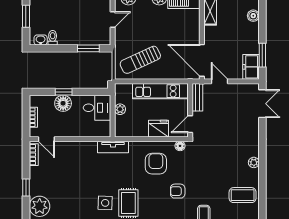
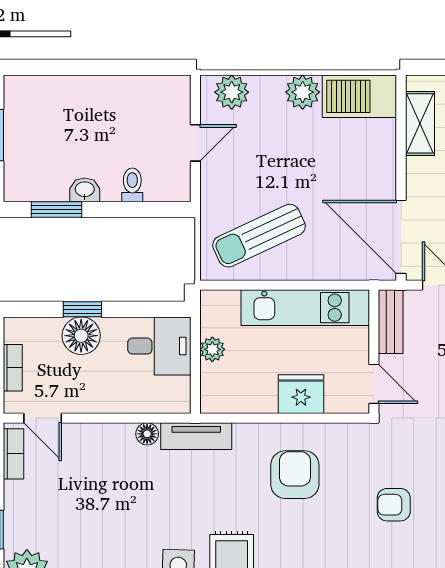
toilet: (53, 38) -> (132, 185), moved
washbasin: (41, 40) -> (85, 190), moved
window: (88, 48) -> (56, 209), moved
door: (190, 124) -> (374, 384), swing flipped
floor lamp: (180, 146) -> (147, 434), moved
armchair: (178, 191) -> (394, 505), moved

